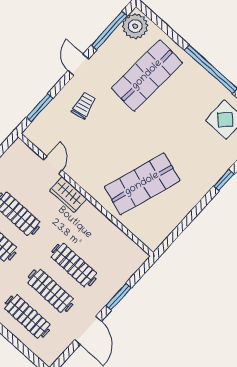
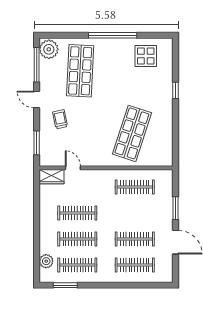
wardrobe: (68, 195) -> (52, 177), moved
clothes rail: (74, 265) -> (135, 187), moved

